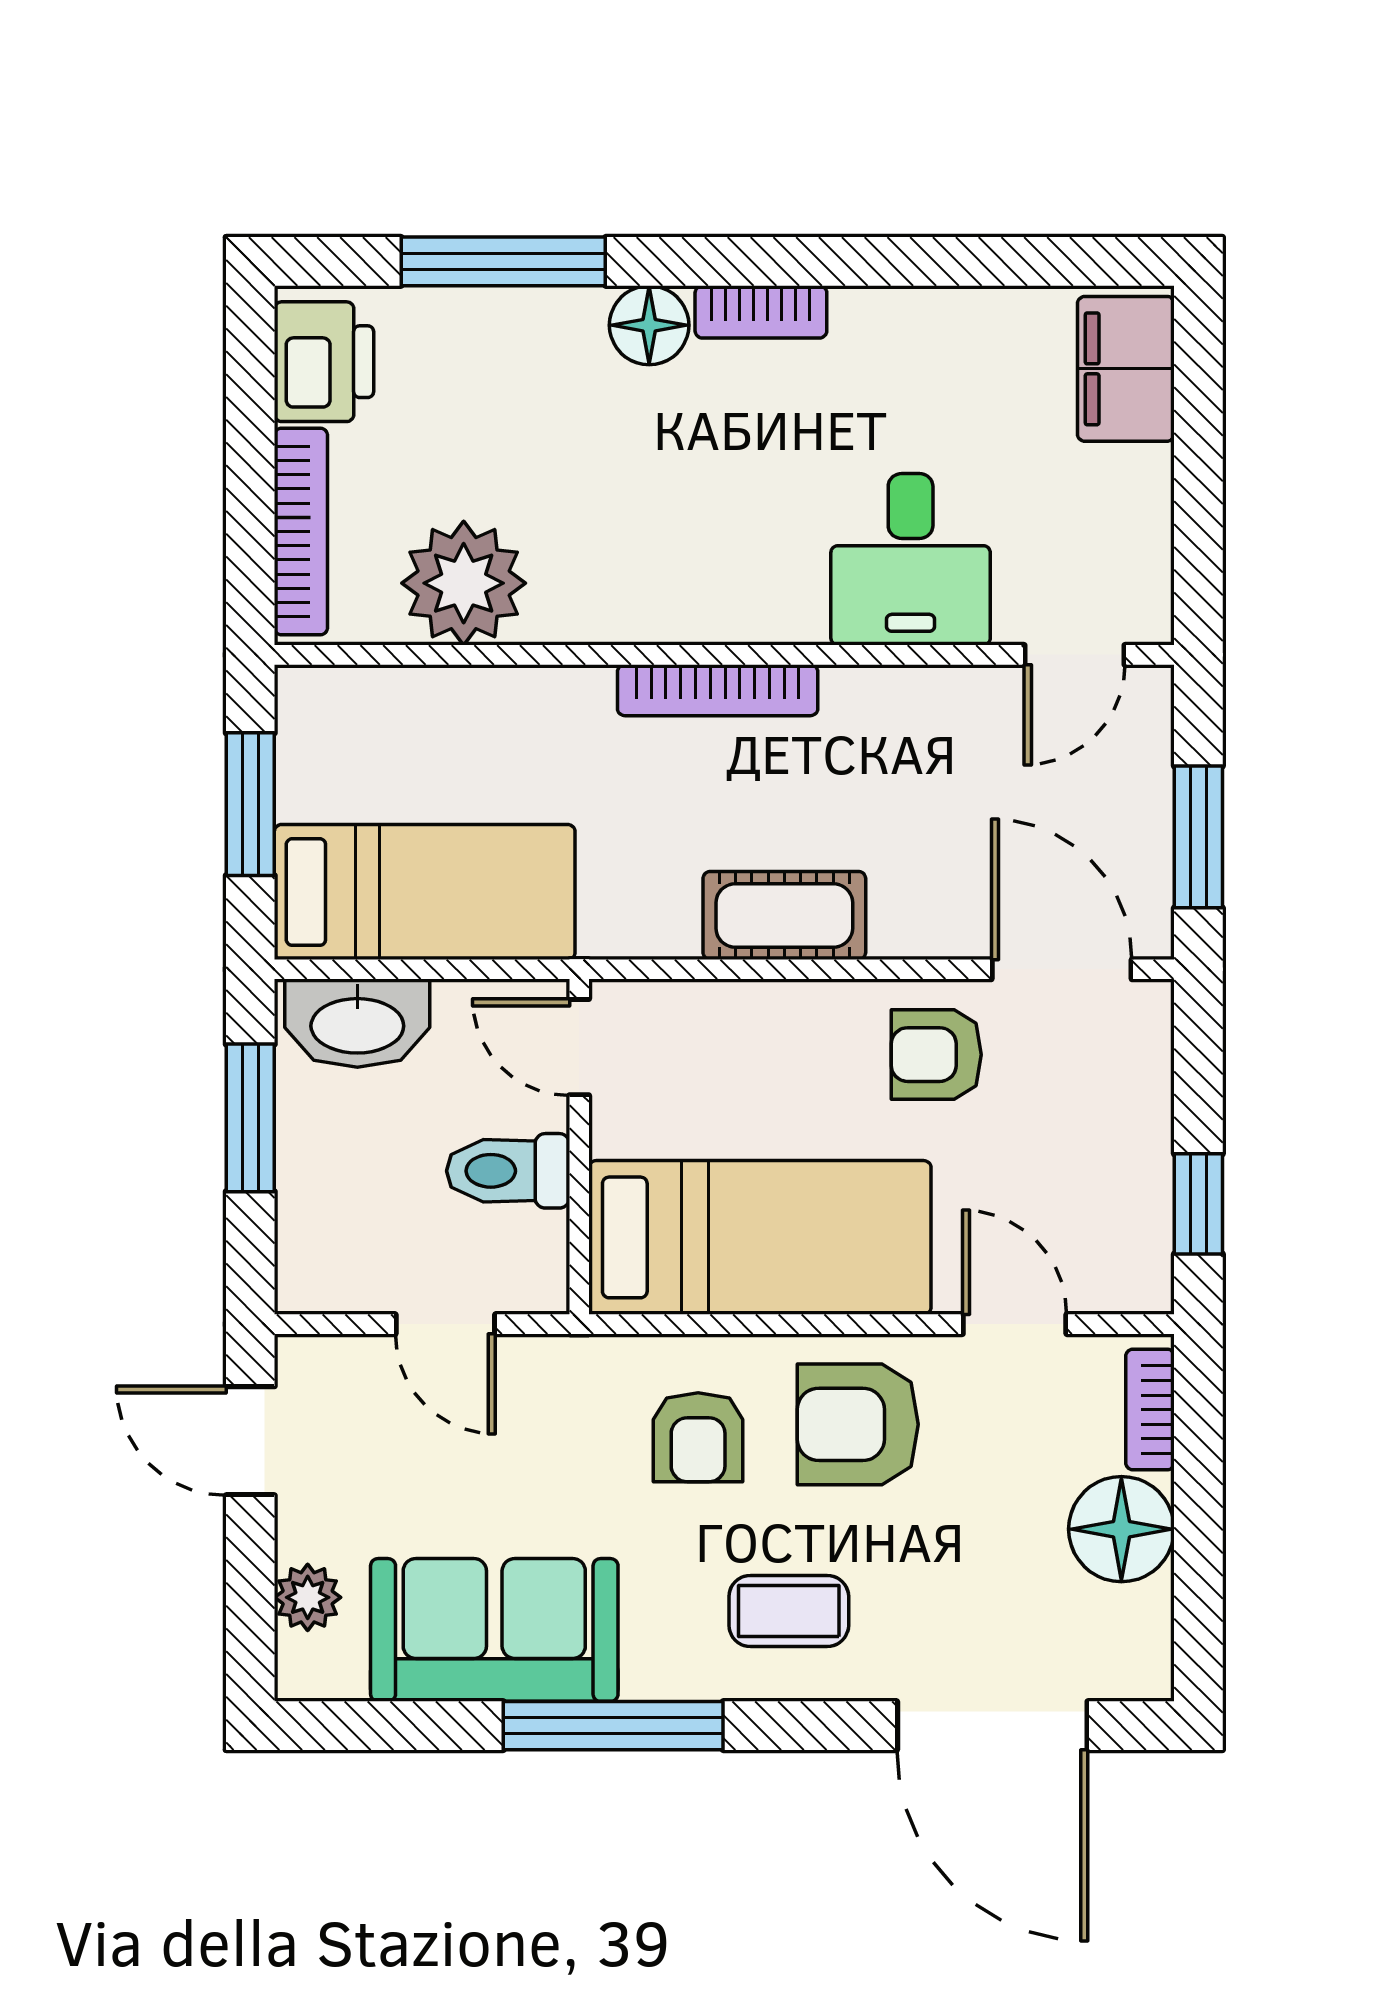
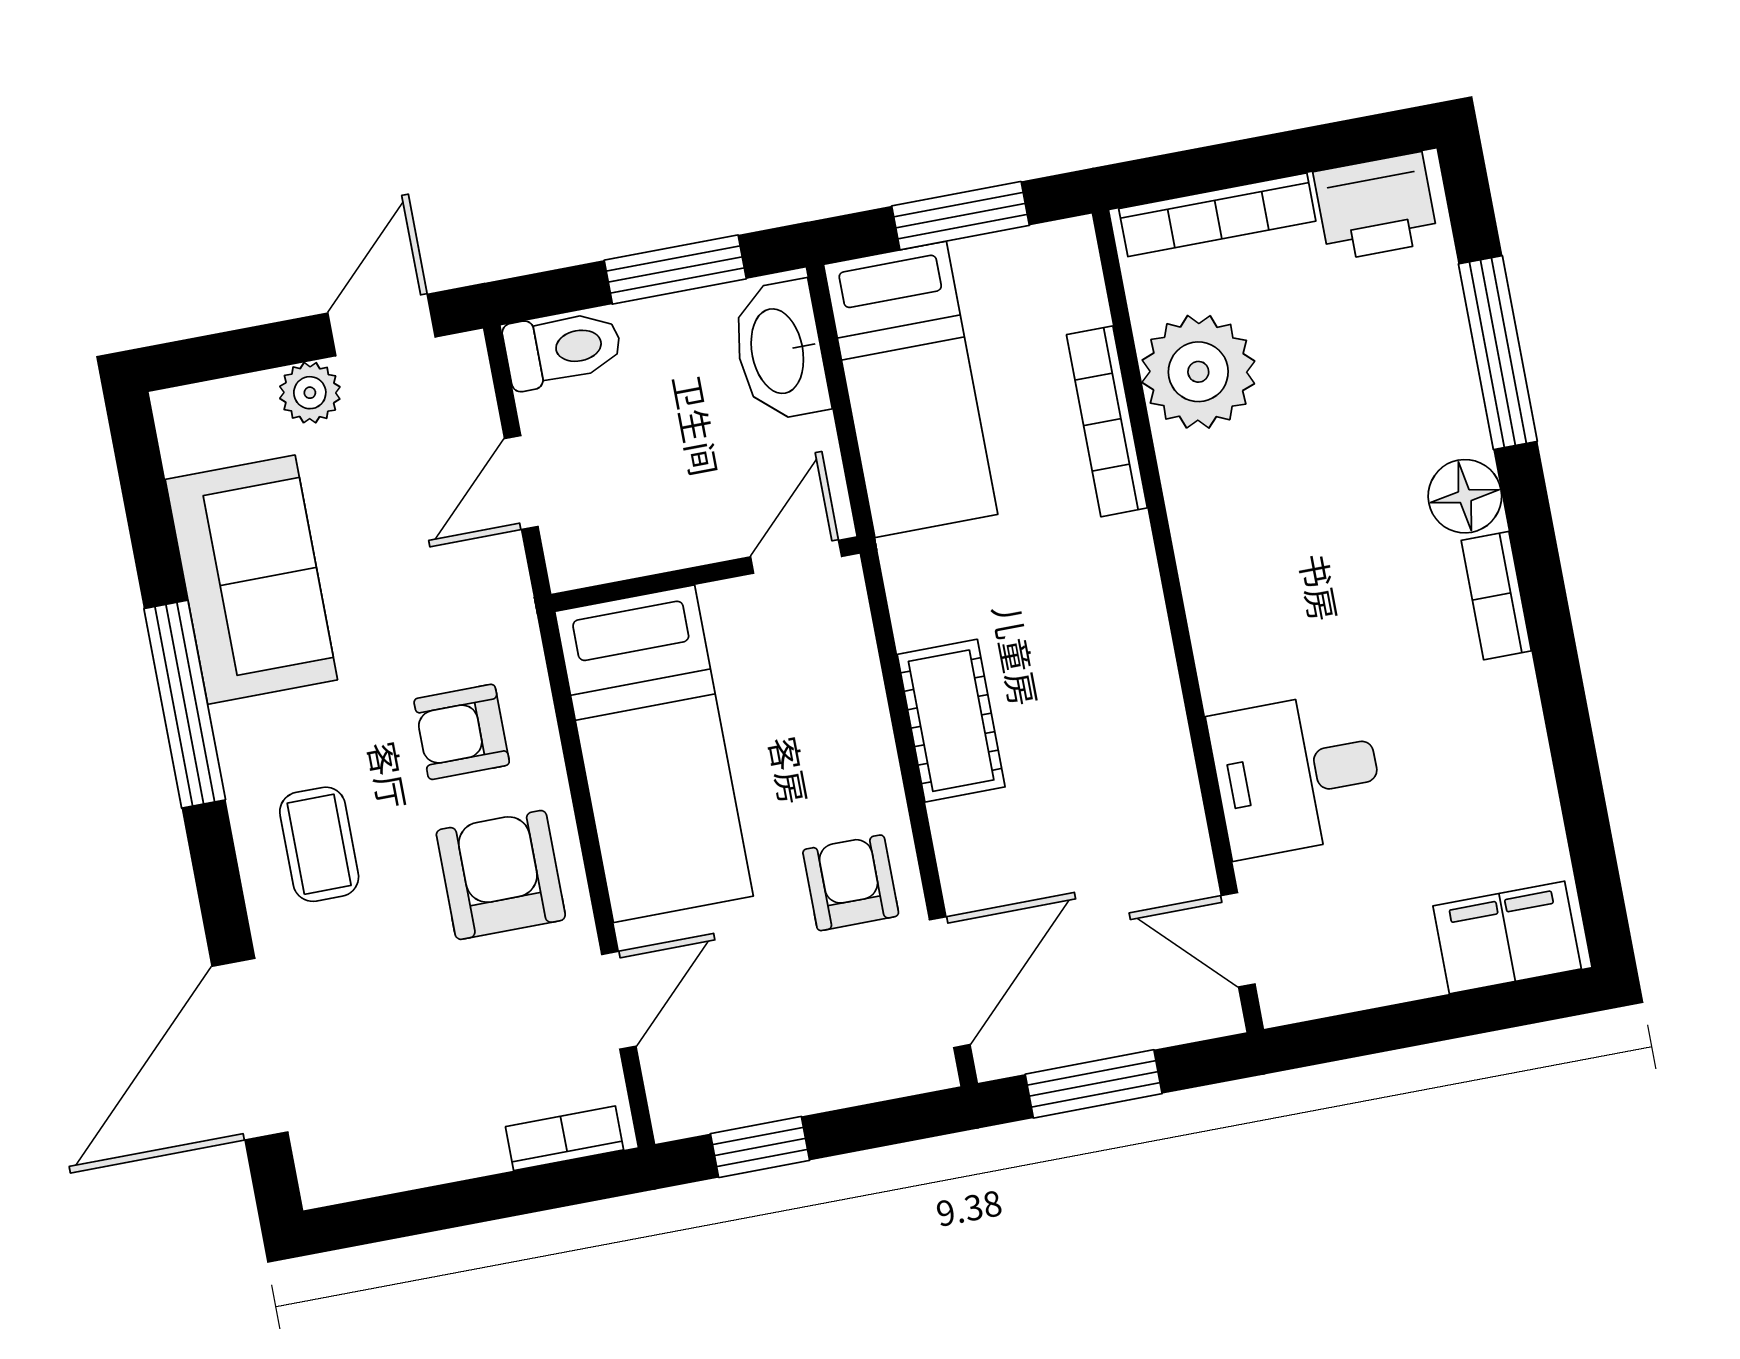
bookcase: (718, 690) -> (1107, 421), moved
toilet: (508, 1171) -> (563, 349), moved, turned 90
floor lamp: (1121, 1529) -> (451, 1133), removed
plant: (308, 1597) -> (310, 393), moved

